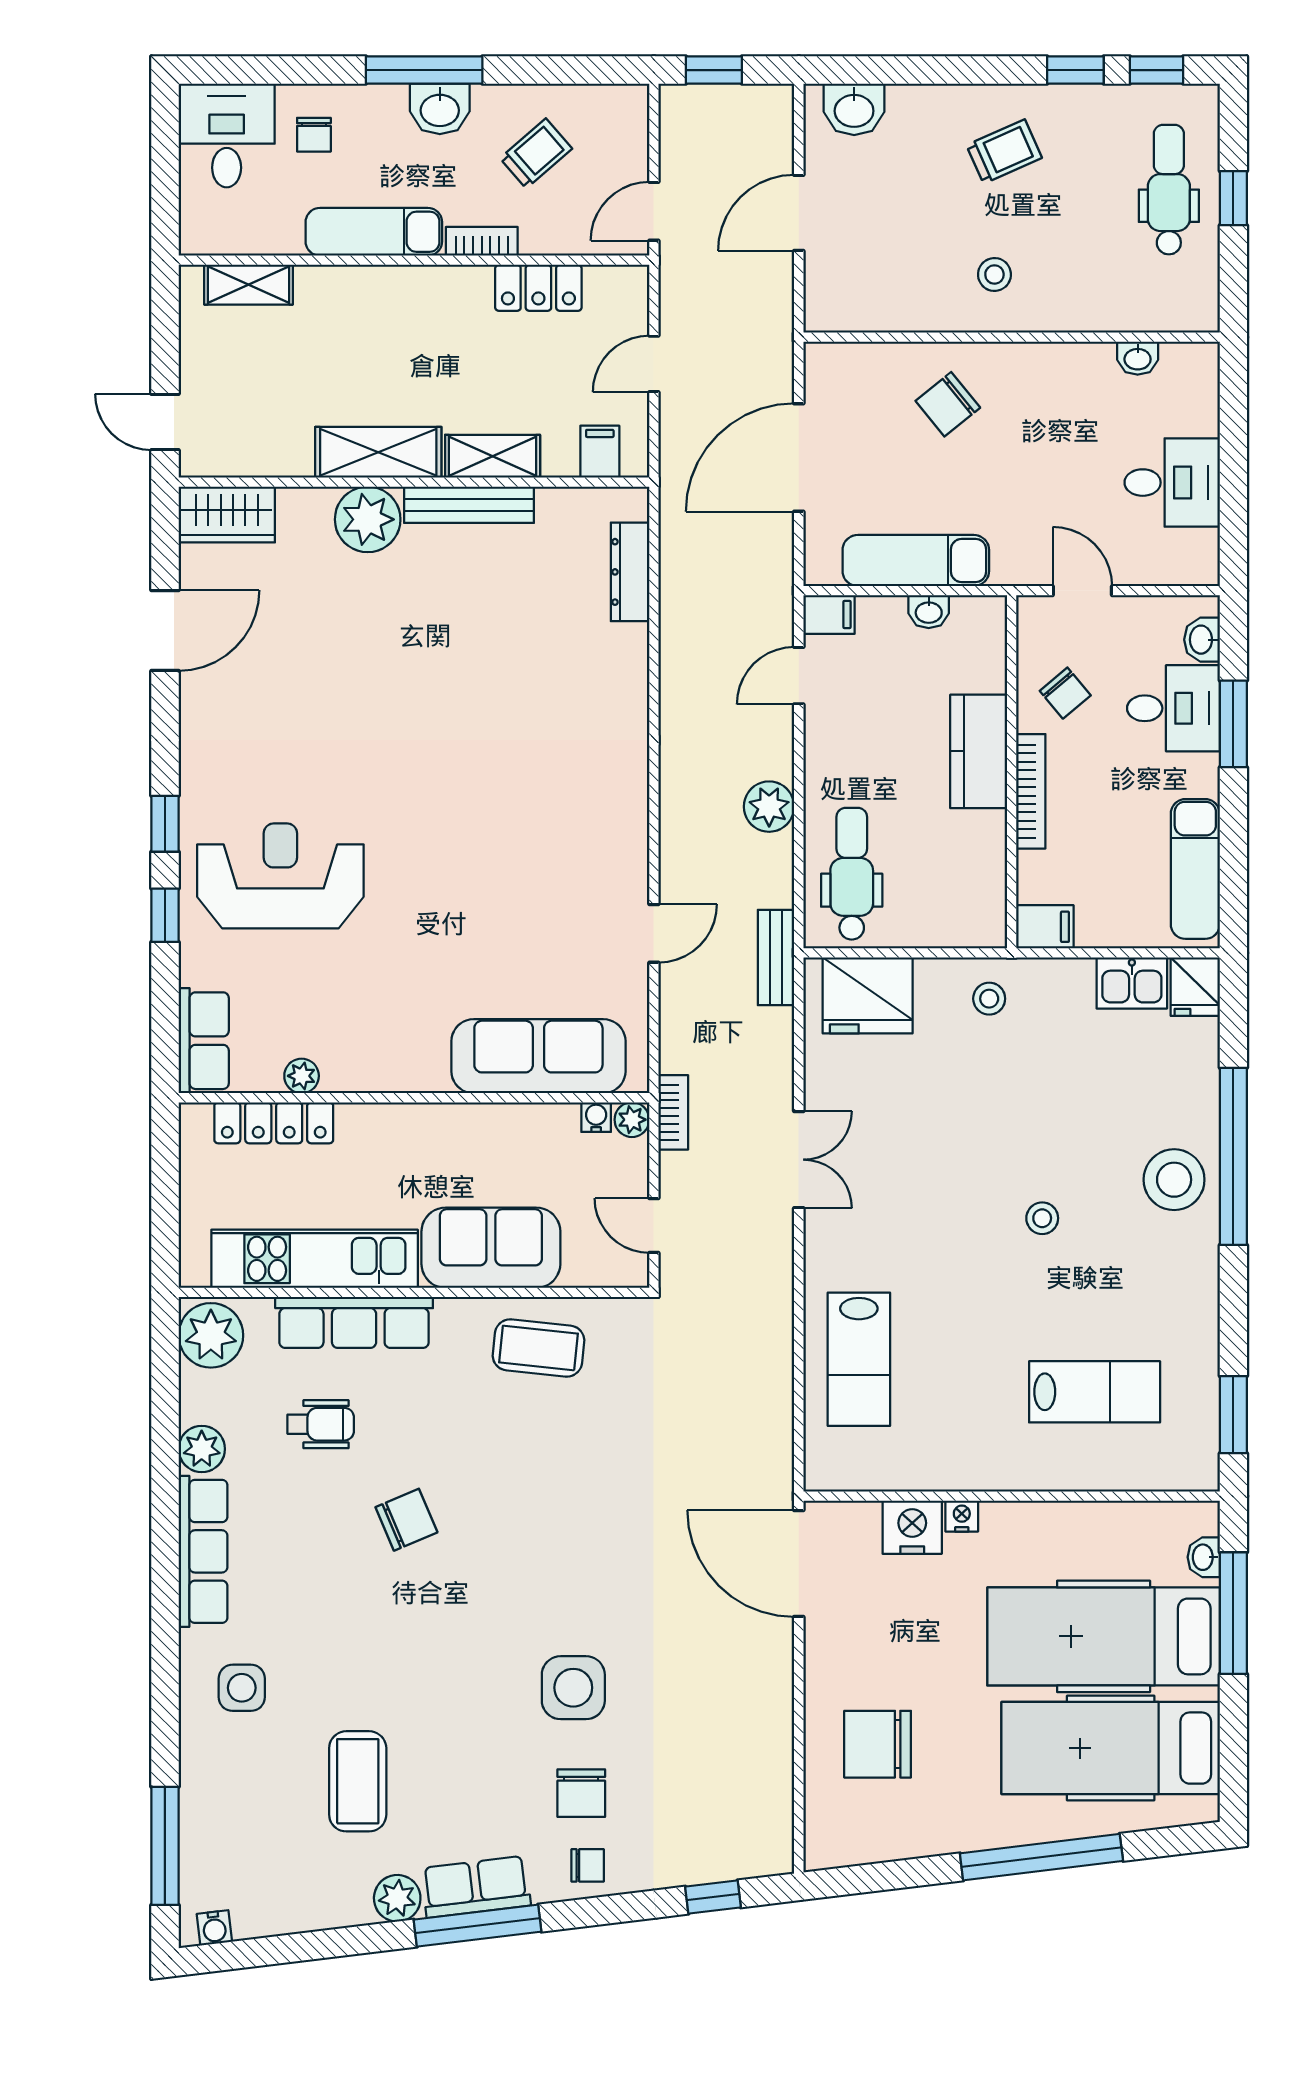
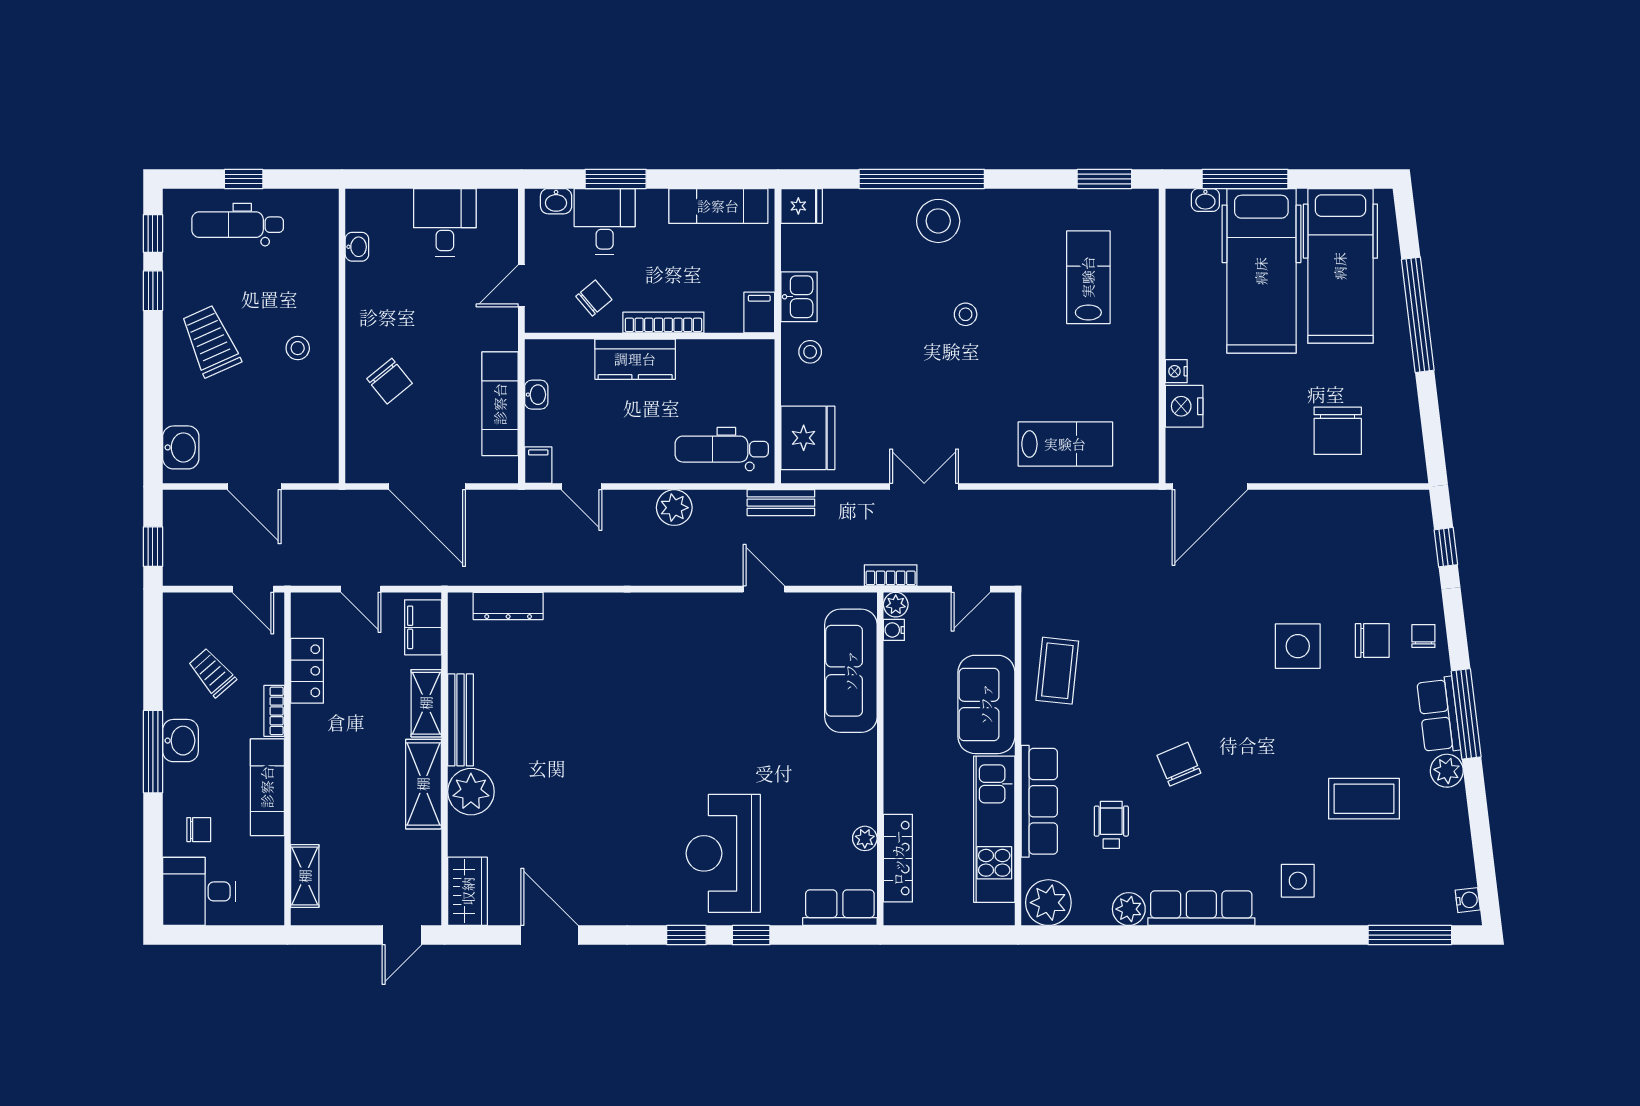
trolley: (1004, 151) -> (211, 341), width x1.36, depth x1.39
filing cabinet: (600, 452) -> (423, 627), width x2.00
kitchen sink: (1132, 983) -> (799, 297), moved

